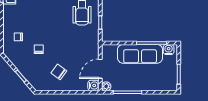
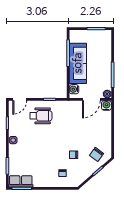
water cooler: (169, 50) -> (74, 89), moved
door: (100, 69) -> (91, 99), hinge flipped
chair: (59, 72) -> (97, 154), moved

